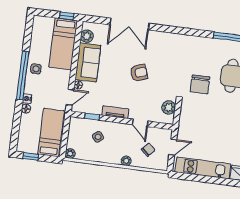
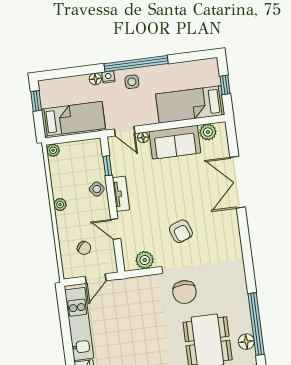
window: (67, 16) -> (225, 85), moved
side table: (36, 69) -> (132, 82), moved
armchair: (139, 73) -> (181, 231), moved
chair: (200, 84) -> (184, 292), turned -90
door: (140, 123) -> (116, 229), hinge flipped
side table: (98, 137) -> (97, 189), moved
door: (173, 147) -> (96, 279), hinge flipped
plant: (126, 161) -> (60, 204), moved

